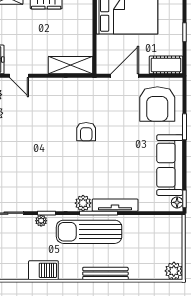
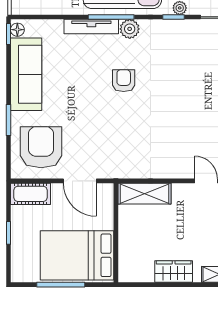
door: (125, 76) -> (80, 181), hinge flipped
armchair: (86, 132) -> (124, 81), moved

